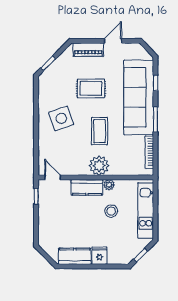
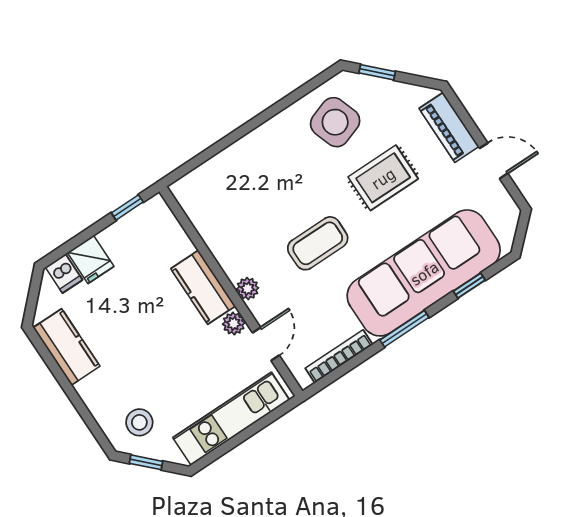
rug: (91, 88) -> (383, 178), turned 90
side table: (61, 118) -> (335, 122), moved
plant: (99, 166) -> (248, 289), width x0.53, depth x0.53
door: (53, 177) -> (266, 344), moved
stool: (111, 211) -> (139, 422), moved
dishwasher: (45, 238) -> (64, 273), added
fridge: (99, 256) -> (91, 259), moved, turned 90

